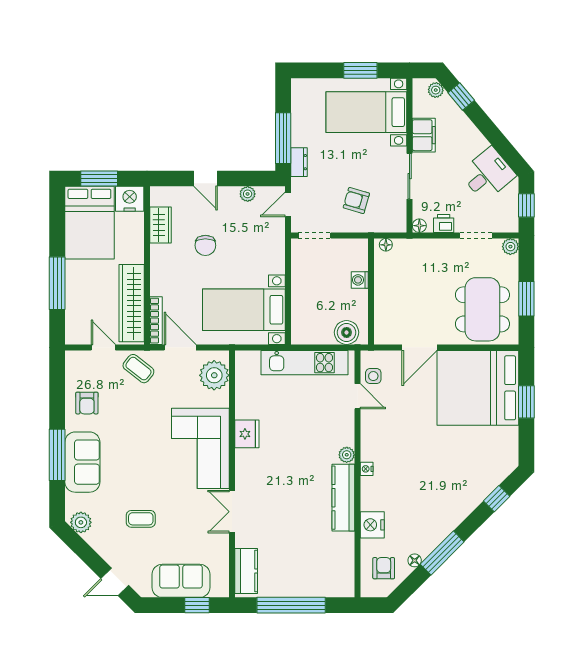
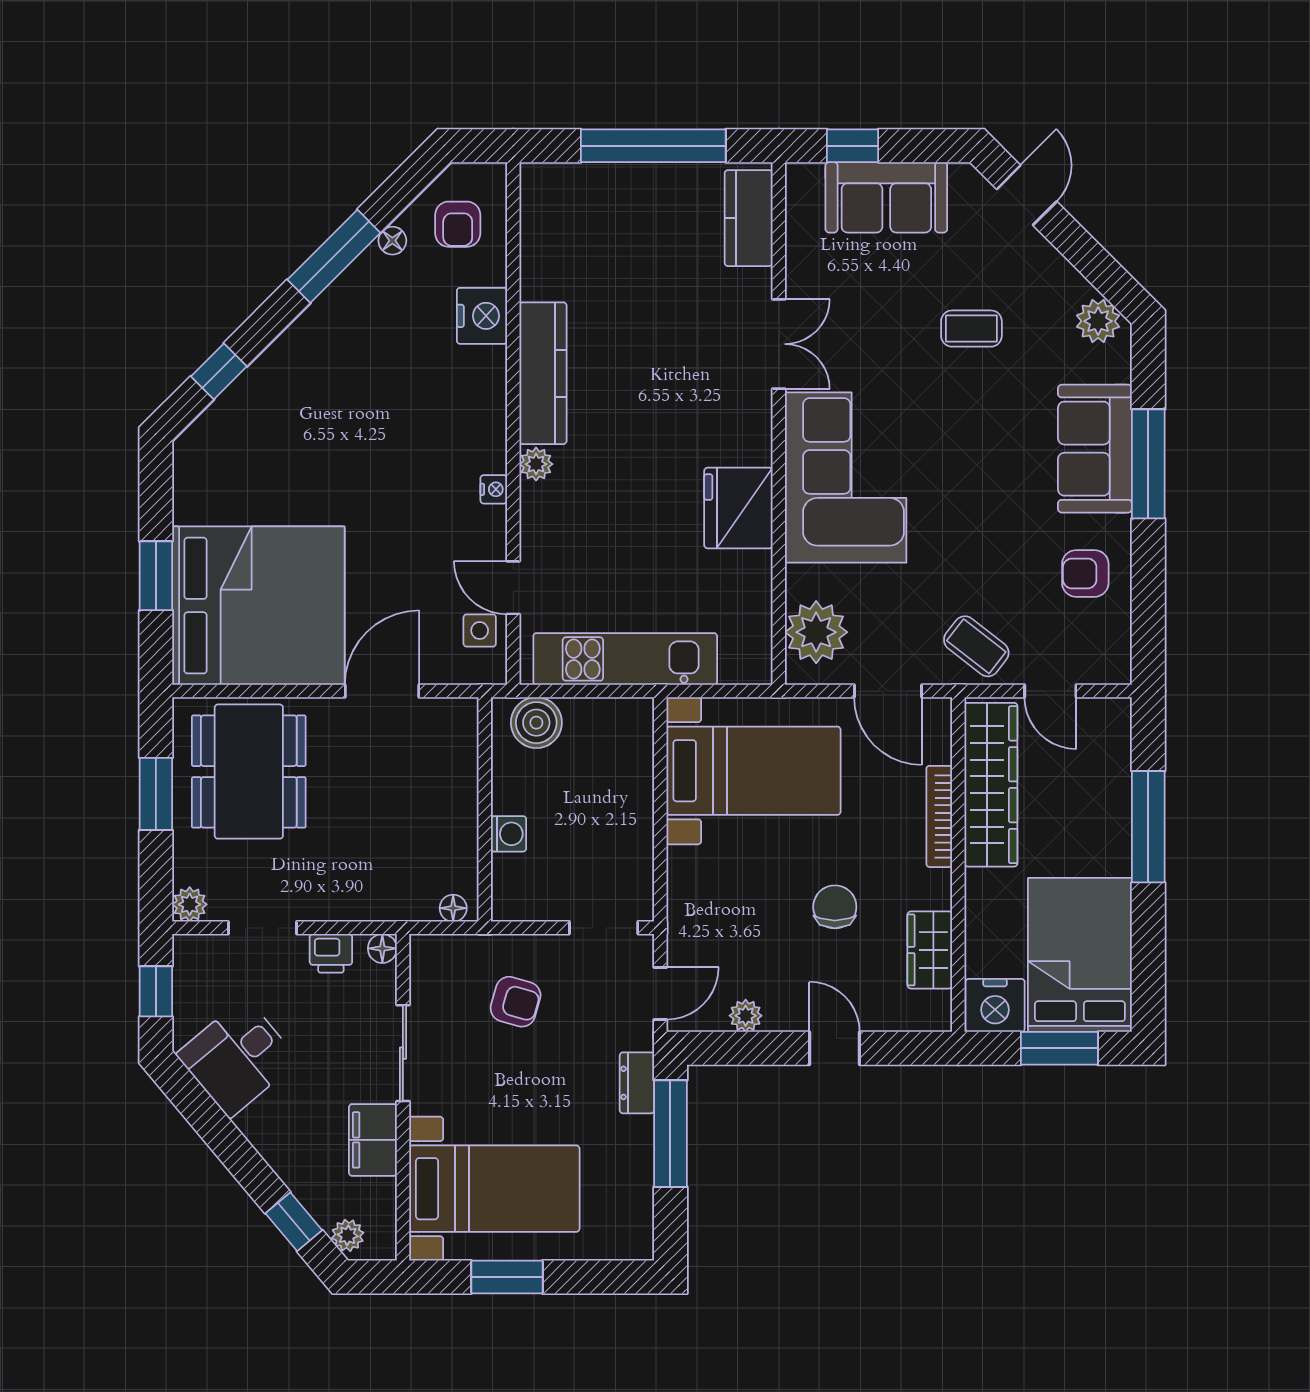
bookcase: (156, 321) -> (939, 816), moved
armchair: (87, 403) -> (1085, 573), turned -90
fridge: (247, 434) -> (738, 508), width x1.36, depth x1.34
nightstand: (367, 469) -> (494, 489), moved
door: (115, 582) -> (1027, 195), hinge flipped

